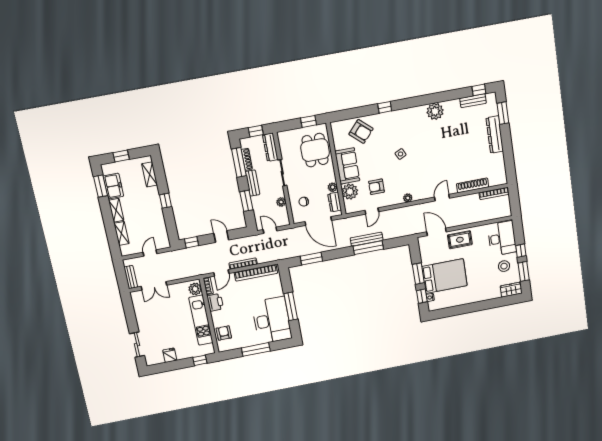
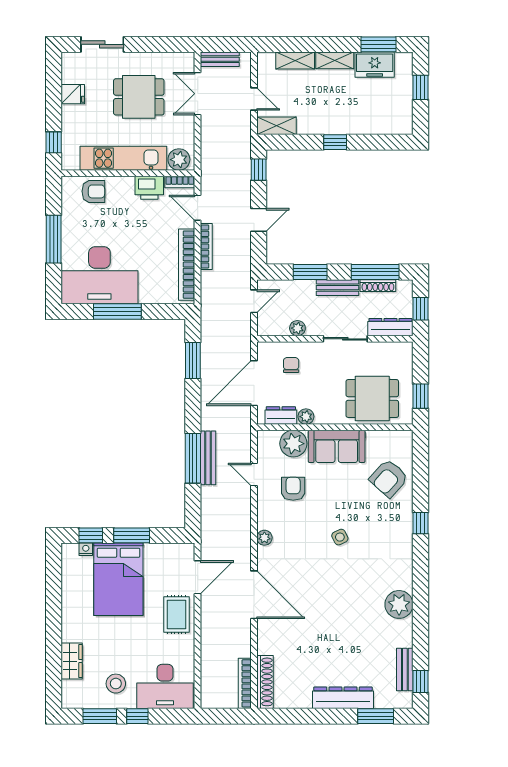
shelving: (150, 174) -> (276, 126), moved
shoe rack: (473, 185) -> (265, 682), moved
door: (442, 198) -> (254, 595), width x1.87
wardrobe: (511, 290) -> (72, 661), moved
dining table: (163, 318) -> (139, 97), added

